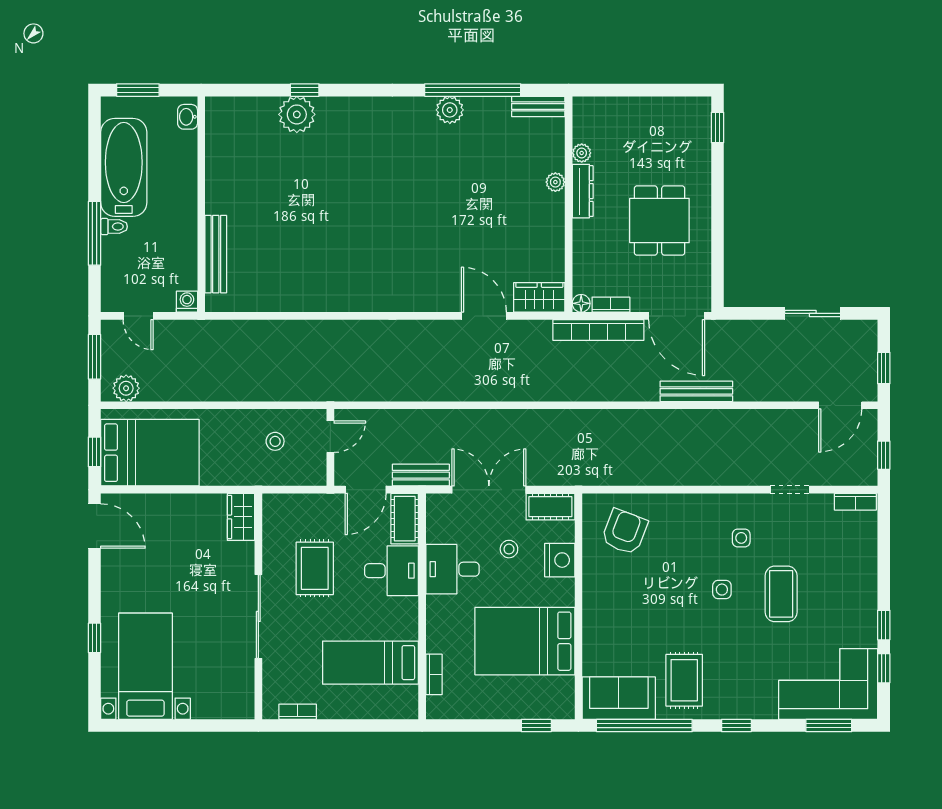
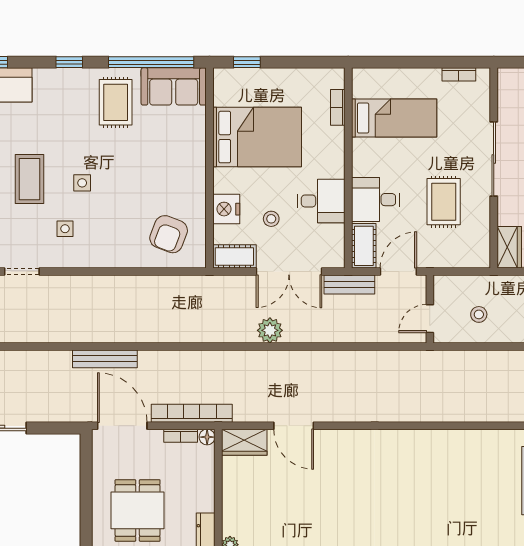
plant: (510, 423) -> (270, 330), added

